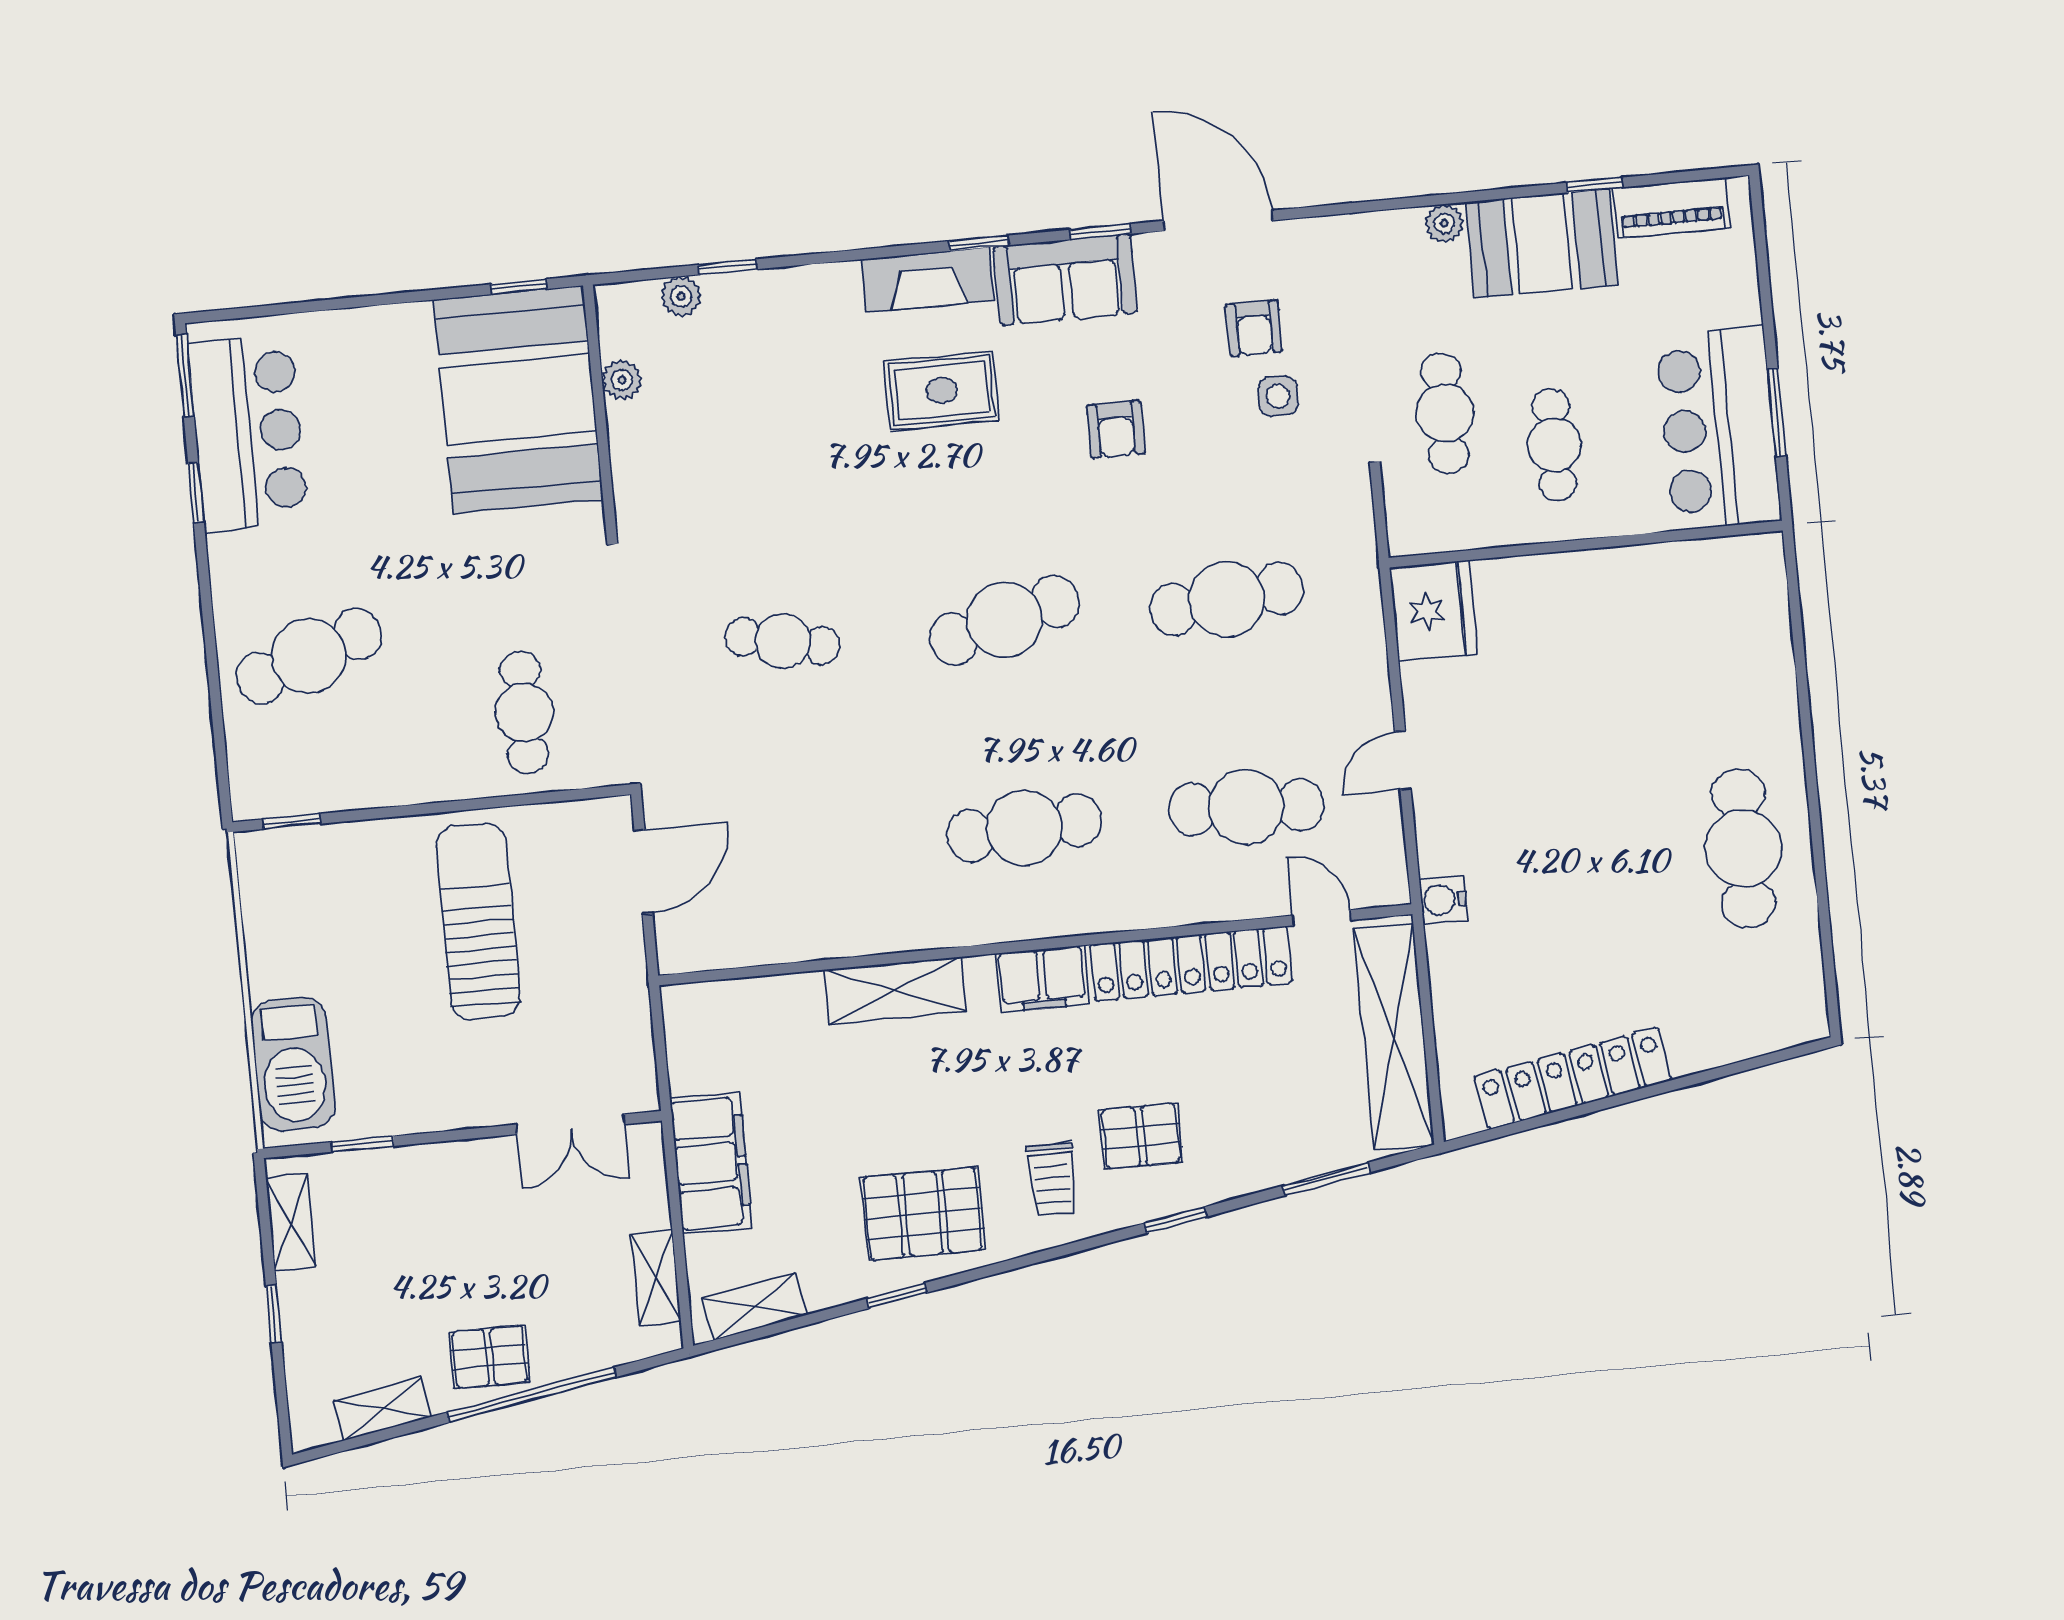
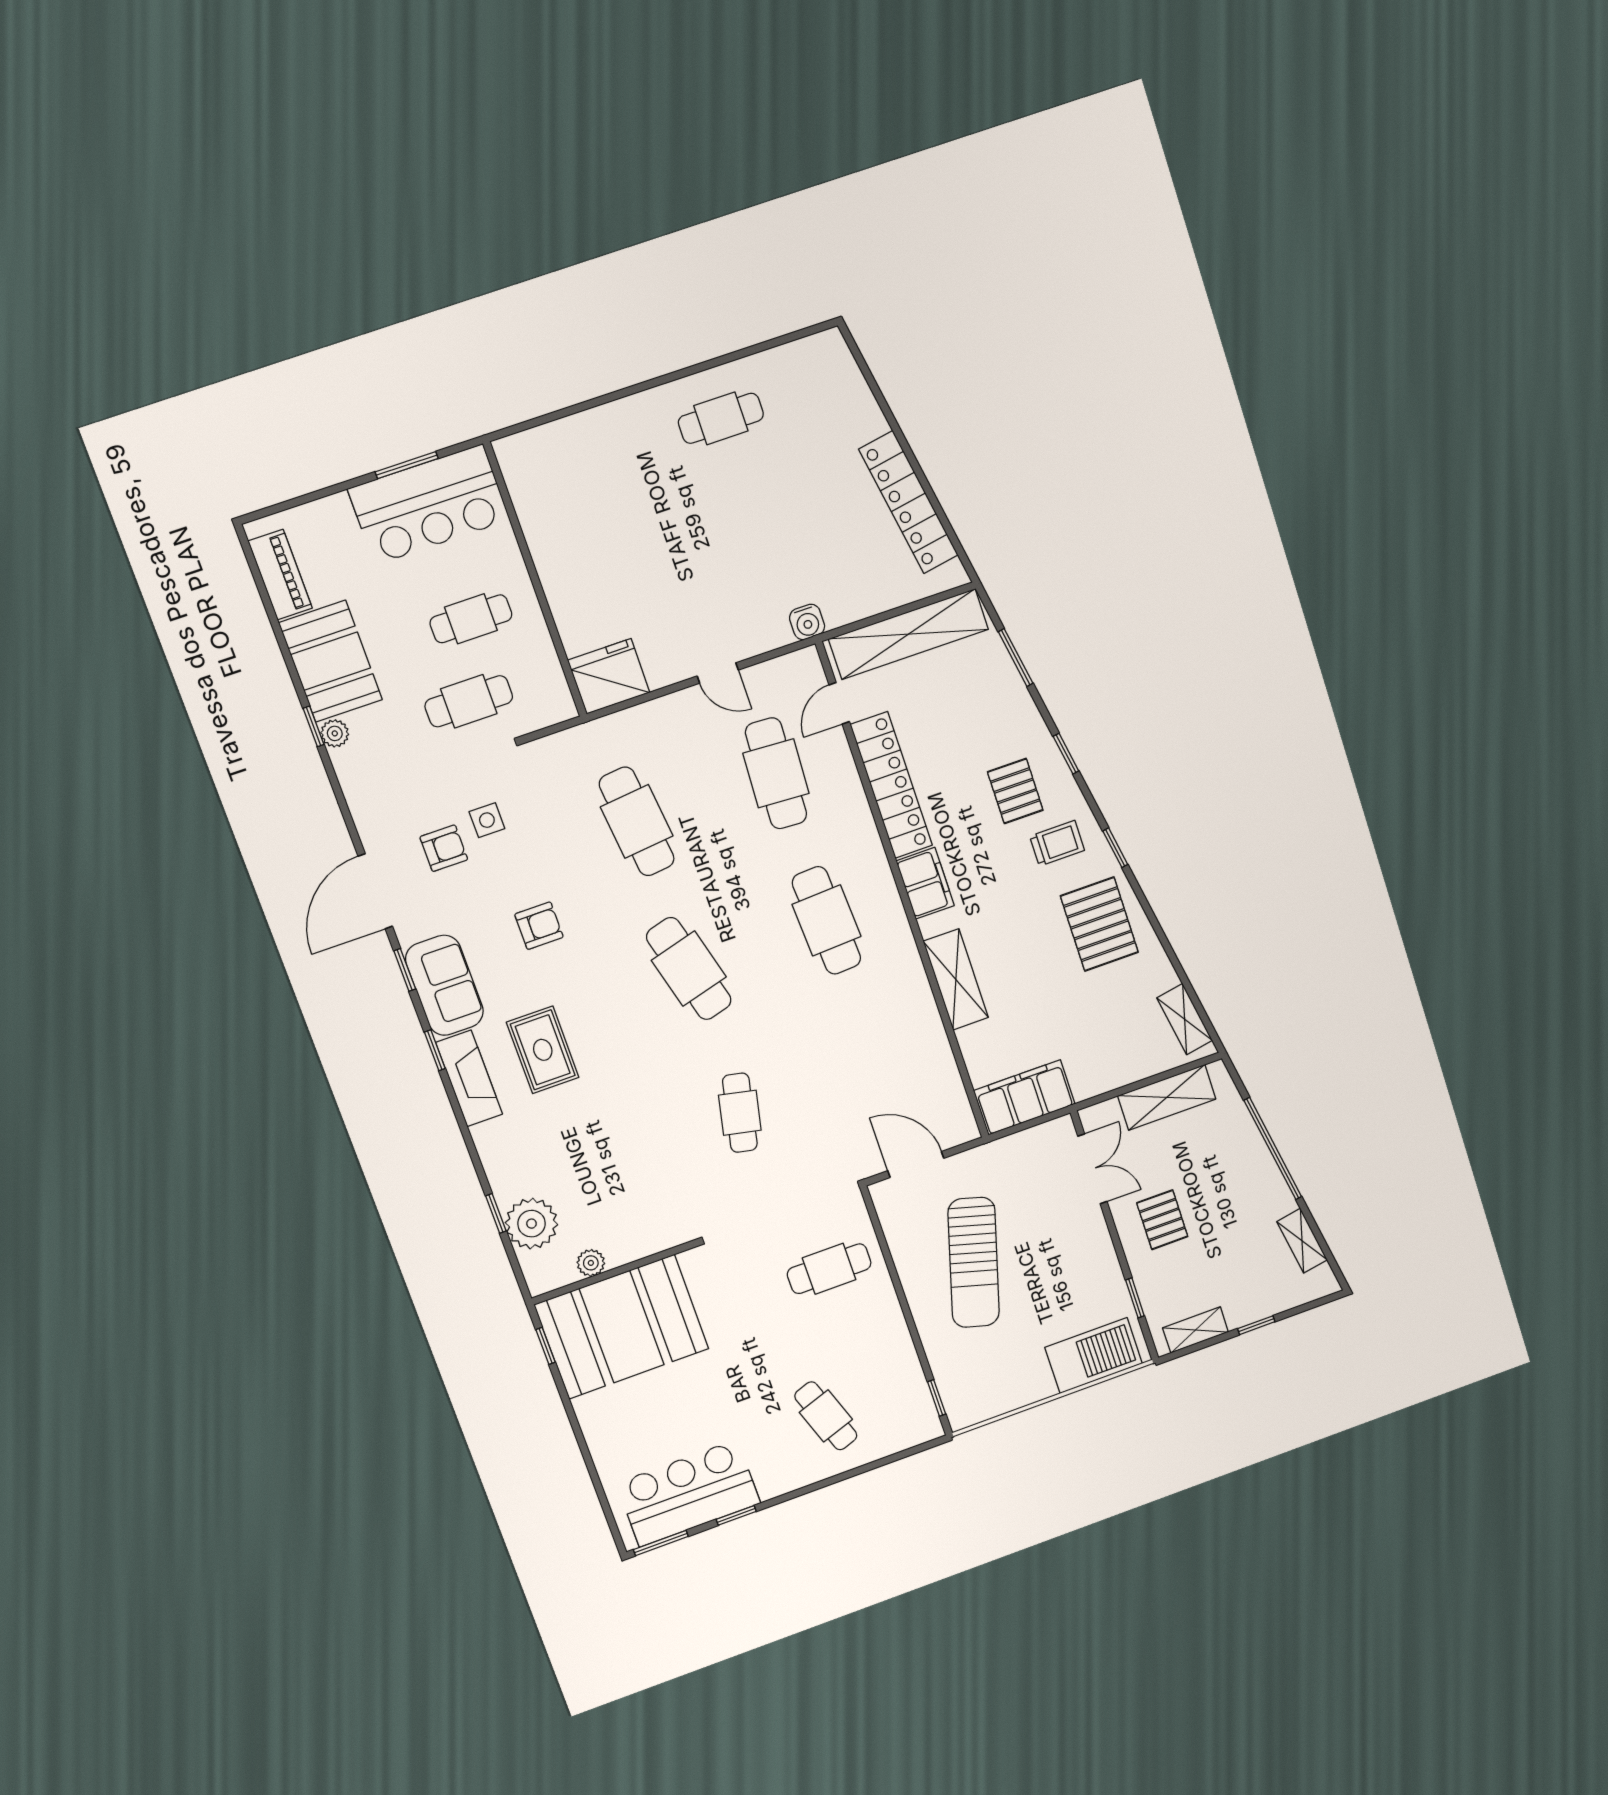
window: (1594, 185) -> (314, 726), moved
plant: (681, 296) -> (531, 1224), width x1.88, depth x1.88
cafe table: (309, 656) -> (826, 1416), width x0.73, depth x0.74
cafe table: (1743, 848) -> (721, 418), width x0.73, depth x0.74
sun lounger: (478, 921) -> (974, 1262), turned -74
filing cabinet: (711, 1163) -> (1024, 1097), moved
shelving: (656, 1278) -> (1167, 1097), width x1.50, depth x1.33
window: (897, 1296) -> (1115, 848), moved
pallet: (490, 1357) -> (1162, 1220), moved

